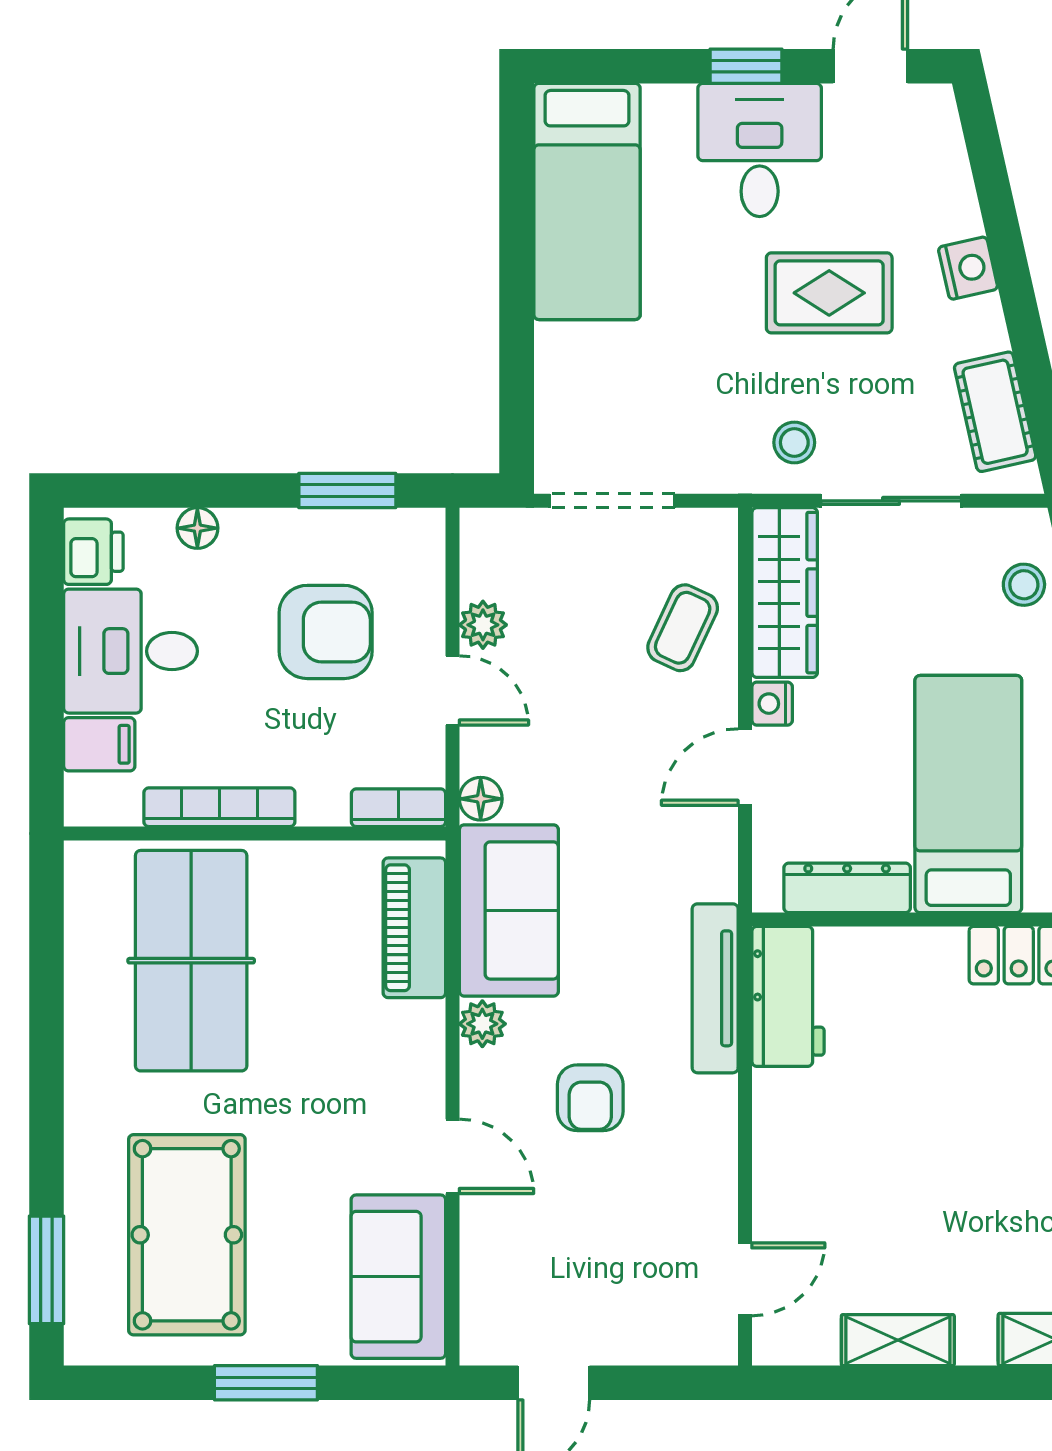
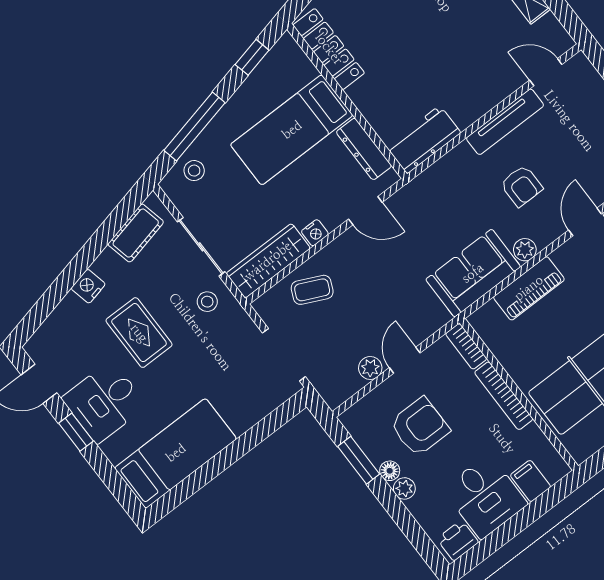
floor lamp: (197, 528) -> (390, 471), moved
plant: (244, 530) -> (404, 488), added
armchair: (326, 632) -> (420, 427), turned 90
door: (745, 767) -> (365, 211), moved
floor lamp: (481, 799) -> (438, 317), removed
bookcase: (219, 807) -> (504, 396), moved
piano: (414, 928) -> (529, 288), moved
tv unit: (715, 988) -> (505, 122), moved
armchair: (590, 1098) -> (521, 186), turned 90

